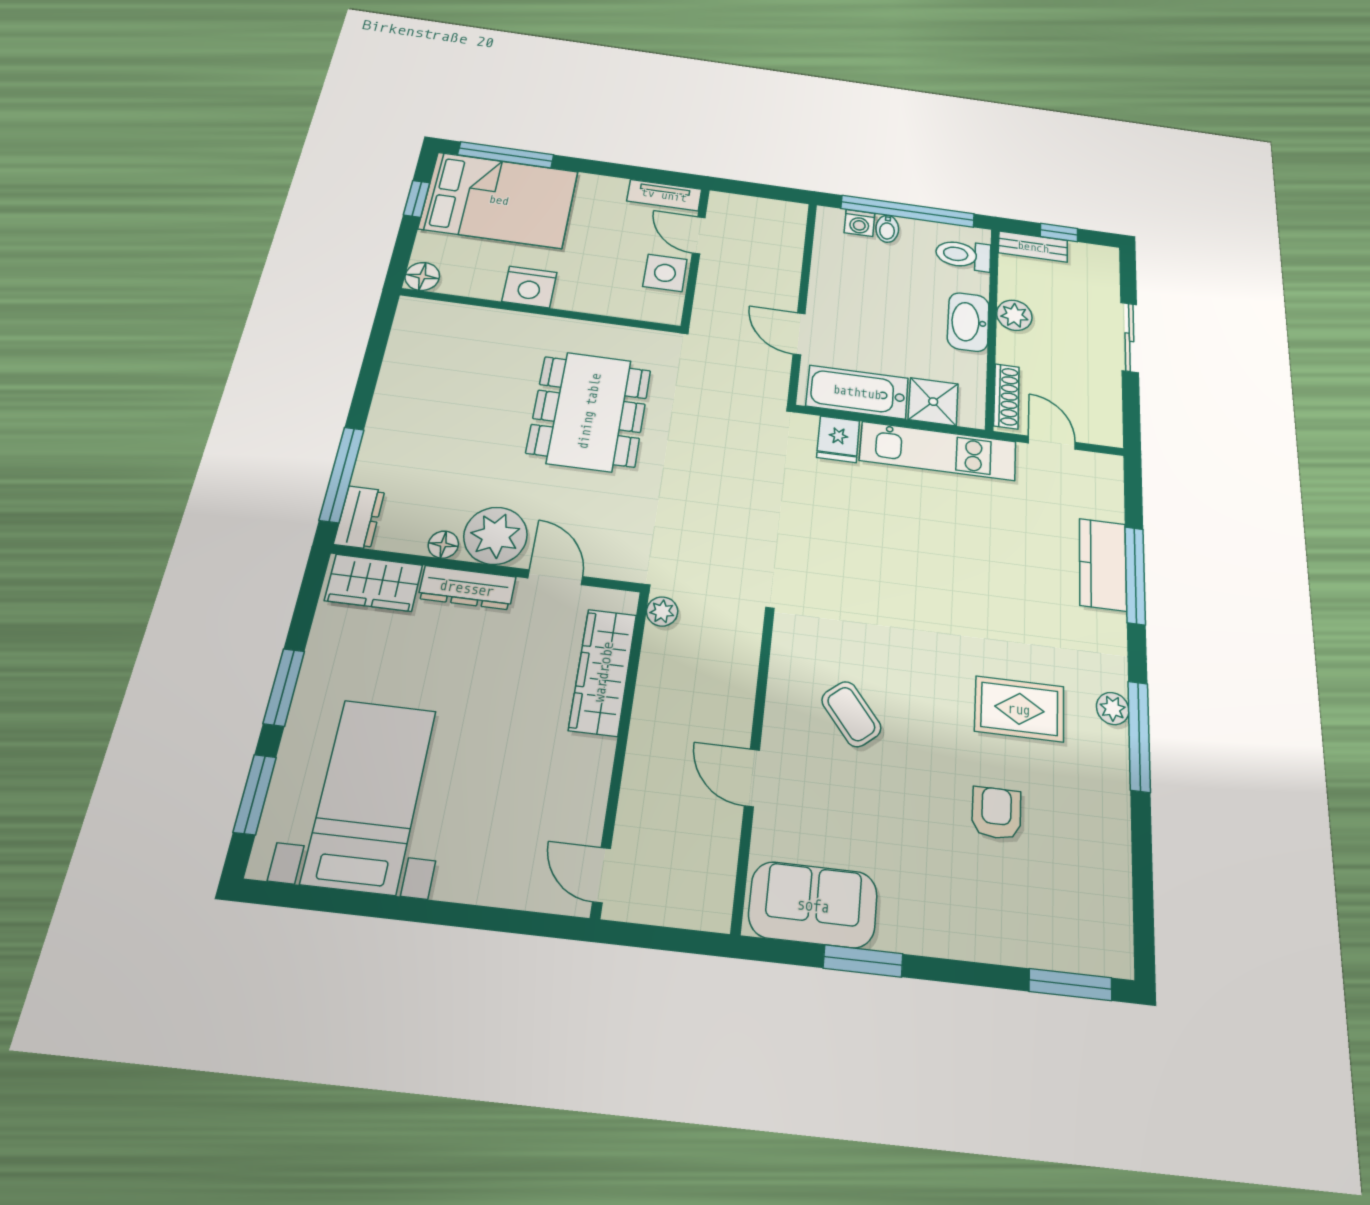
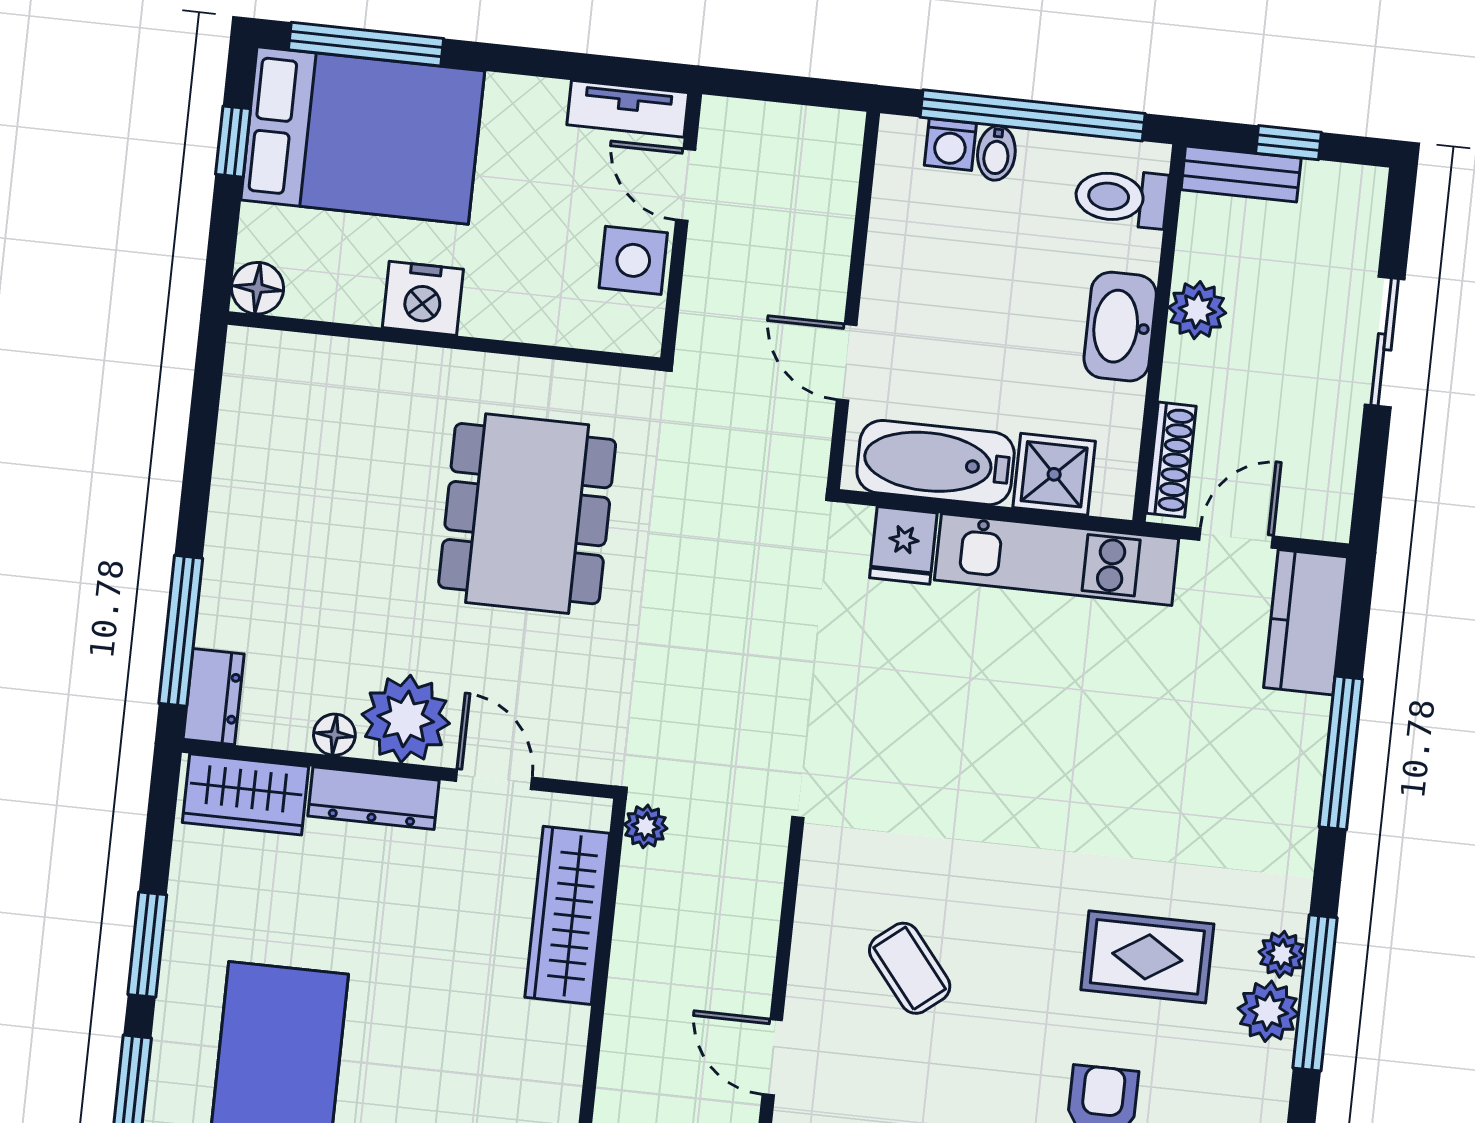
door: (1052, 443) -> (1236, 538), hinge flipped
kitchen counter: (1103, 564) -> (1306, 622), moved
plant: (1108, 749) -> (1268, 1011), added

